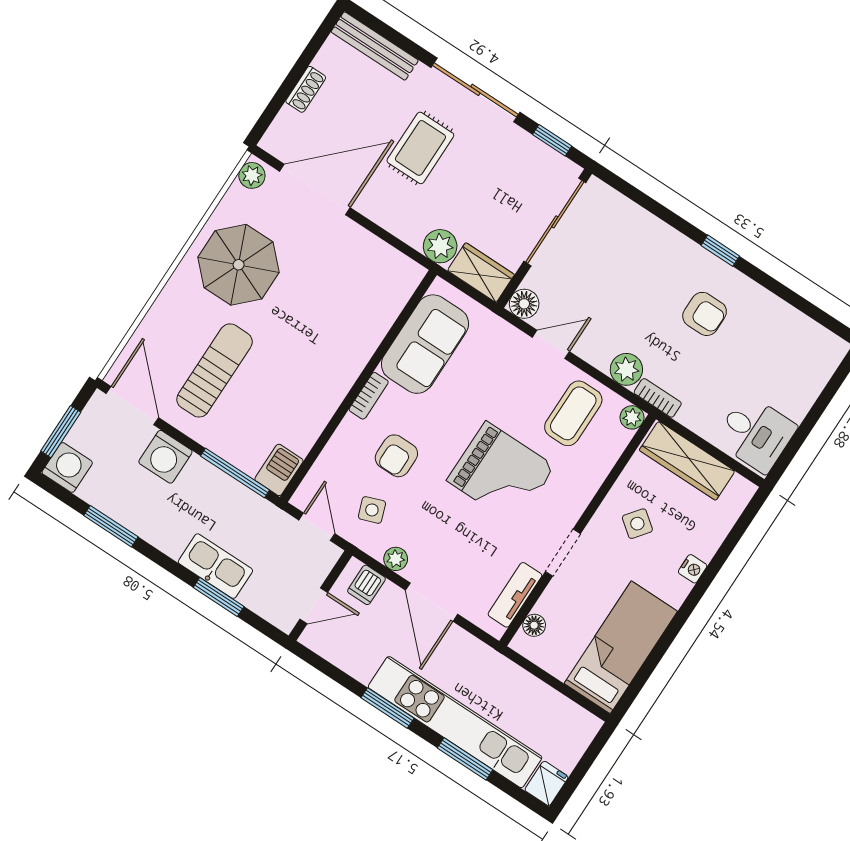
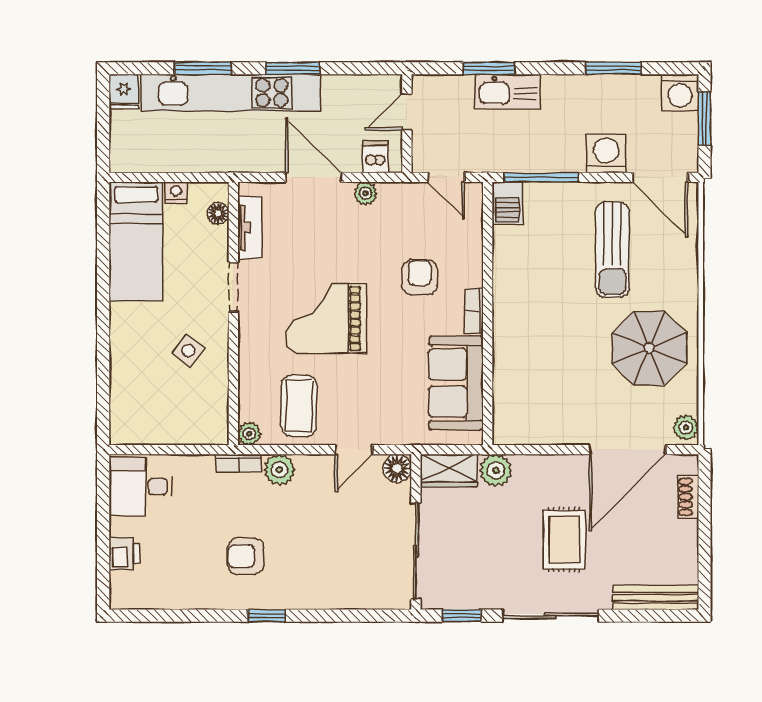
shoe rack: (306, 89) -> (688, 497), moved
printer: (807, 385) -> (125, 554), added
wardrobe: (687, 461) -> (182, 428), removed
side table: (372, 510) -> (411, 220), removed
nightstand: (693, 569) -> (176, 192), moved, turned 90

